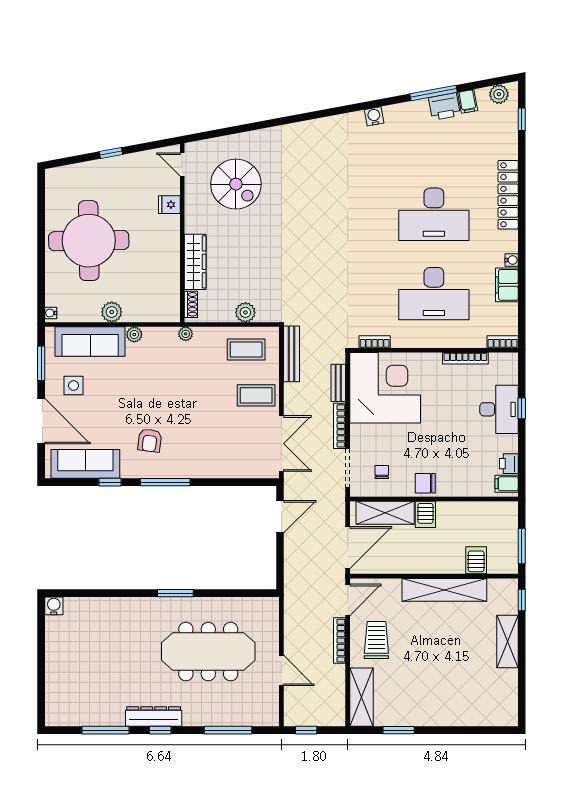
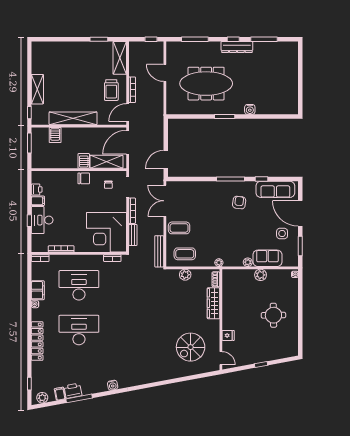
spiral stairs: (236, 184) -> (191, 347), turned -90
round table: (89, 241) -> (273, 315), width x0.54, depth x0.54
sofa: (90, 342) -> (267, 258), width x0.73
filing cabinet: (507, 484) -> (38, 201), moved
water cooler: (54, 606) -> (250, 109), moved

